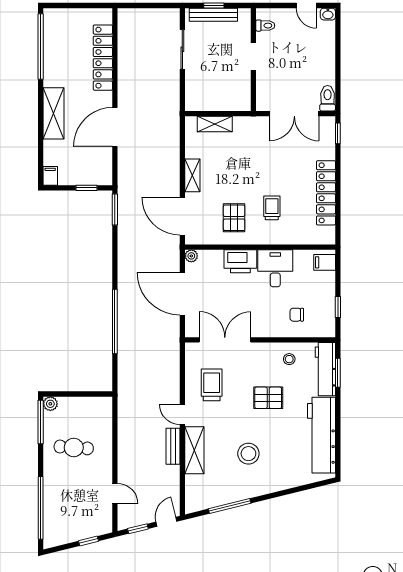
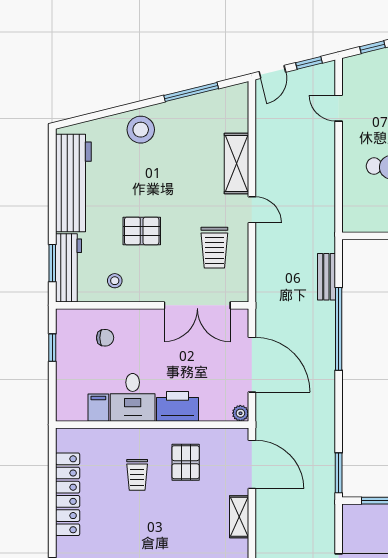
filing cabinet: (325, 262) -> (98, 408), moved, turned -90
bench: (173, 446) -> (326, 277), moved
stool: (248, 454) -> (141, 130), moved

